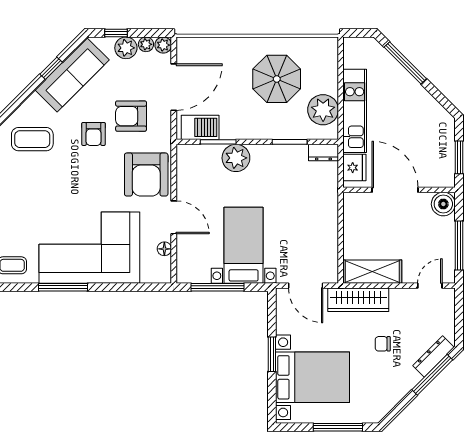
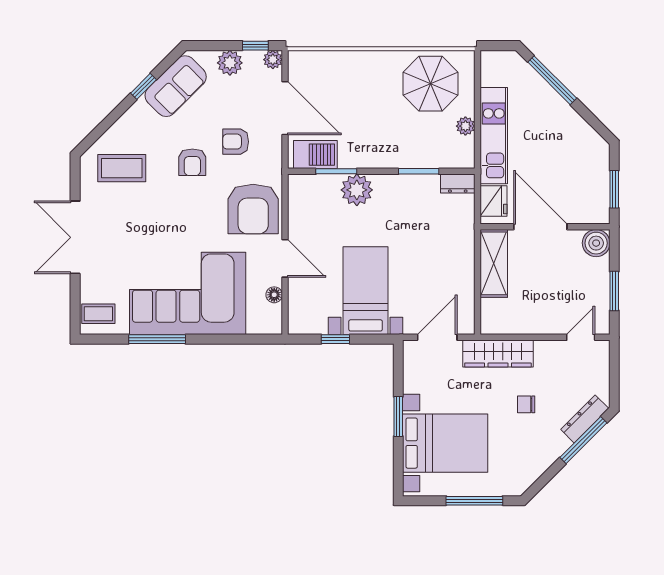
window: (116, 33) -> (255, 46), moved
plant: (146, 44) -> (253, 59), removed
sofa: (72, 75) -> (176, 86), width x0.73
parasol: (277, 79) -> (431, 84), moved
door: (174, 87) -> (285, 108), hinge flipped
plant: (323, 110) -> (465, 126), width x0.53, depth x0.53
armchair: (131, 116) -> (236, 142), width x0.72, depth x0.72
window: (459, 246) -> (614, 291), width x0.69
shelving: (372, 272) -> (494, 263), moved, turned 90
door: (306, 286) -> (437, 337), swing flipped
window: (218, 287) -> (335, 339), width x0.46

